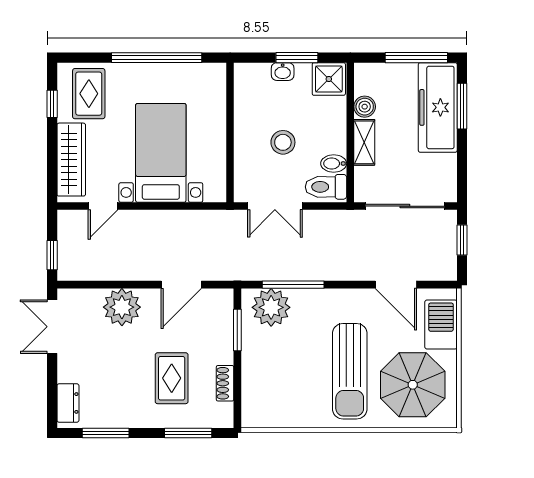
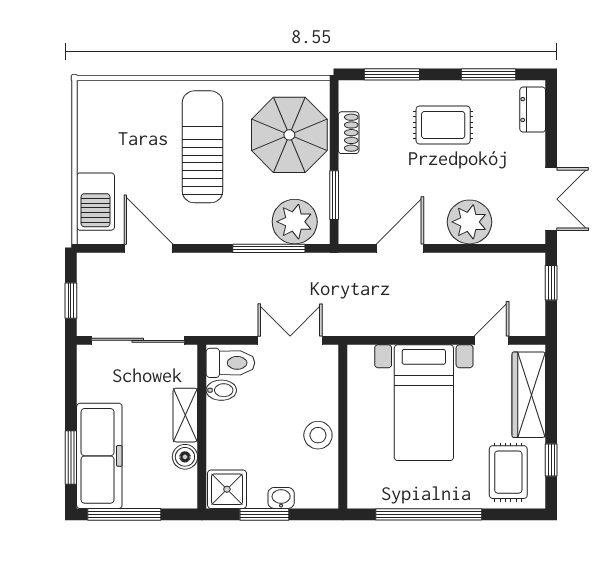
stool: (283, 142) -> (318, 435), moved
rug: (172, 378) -> (443, 125), moved, turned 90
parasol: (413, 385) -> (289, 135), moved

